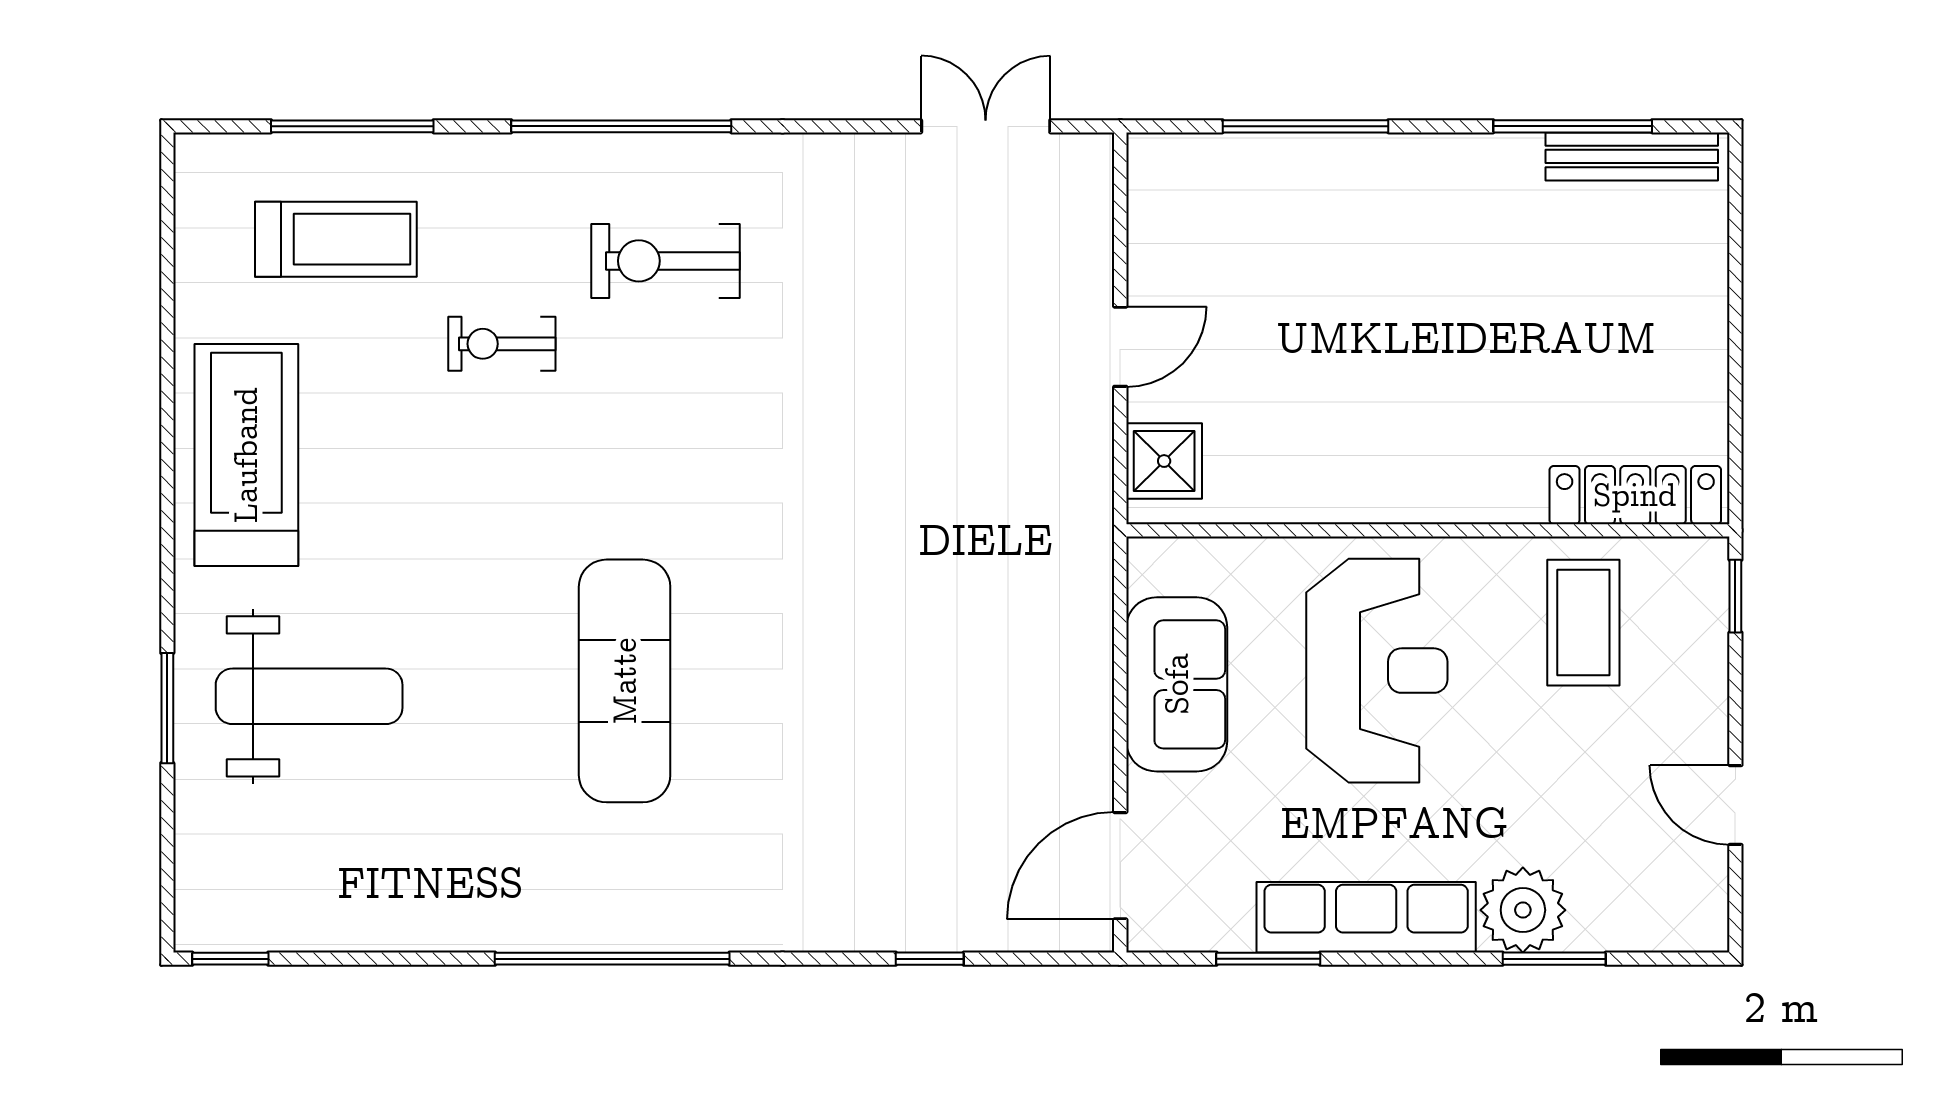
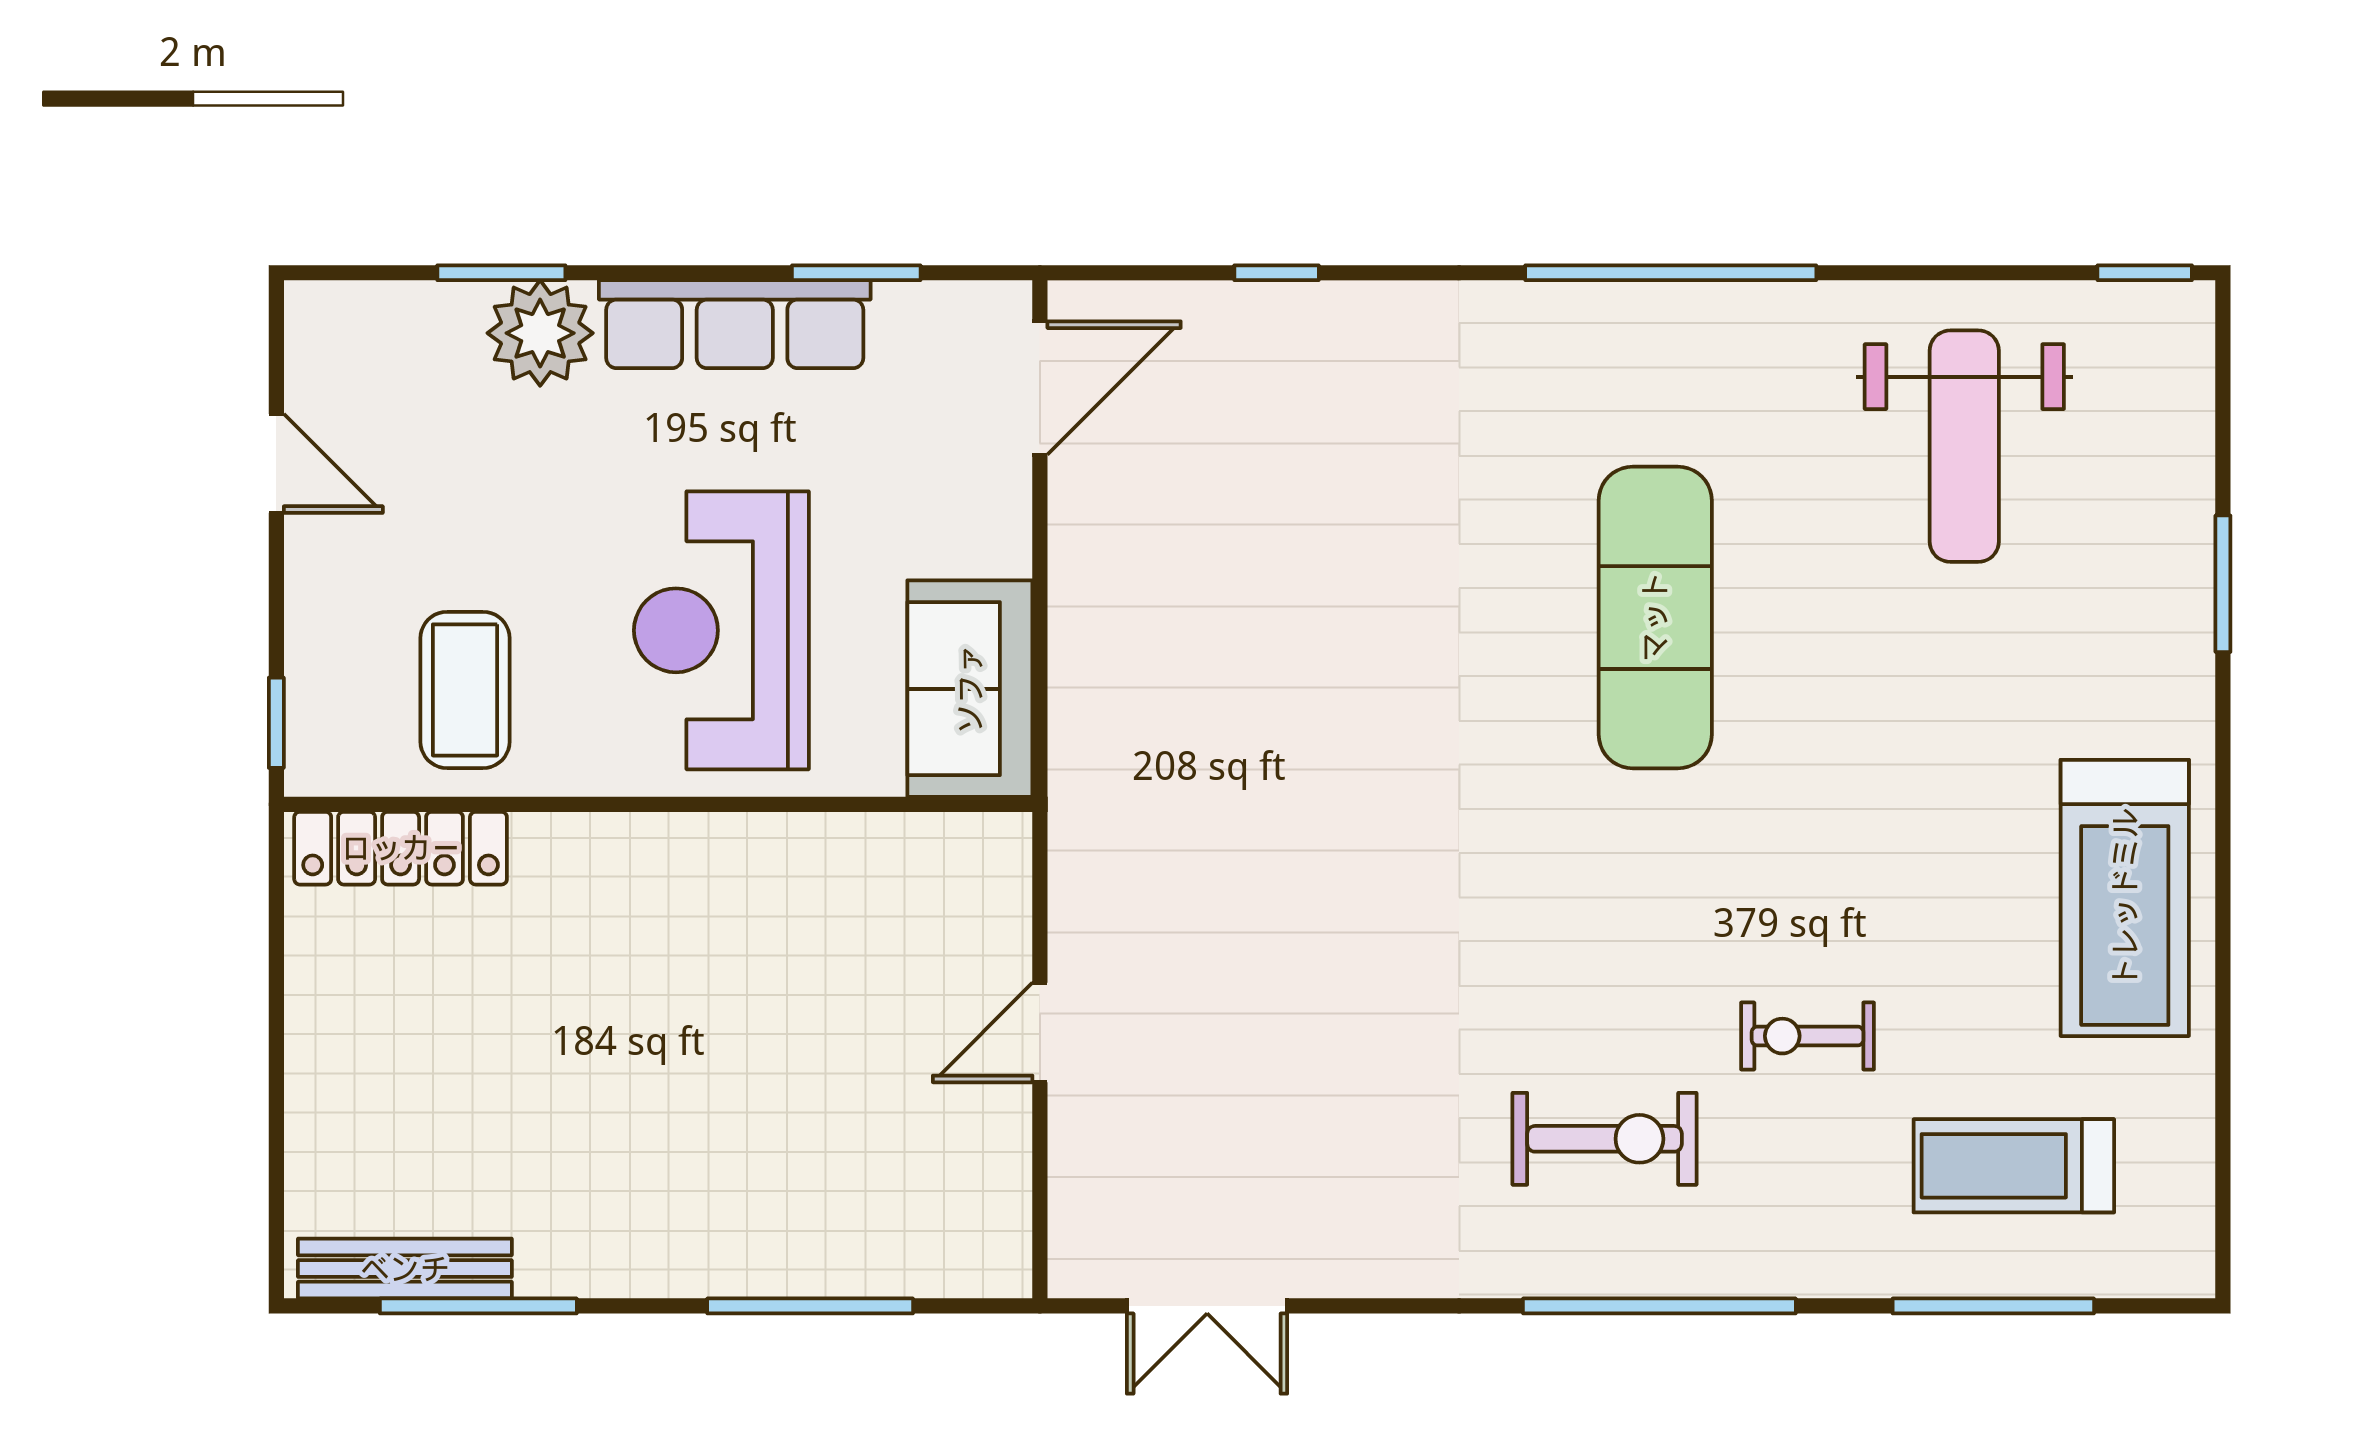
exercise bike: (502, 344) -> (1808, 1036), turned 180
shower: (1164, 461) -> (986, 890), removed
sofa: (1177, 684) -> (970, 689), moved
weight bench: (309, 696) -> (1964, 446), moved, turned -90

